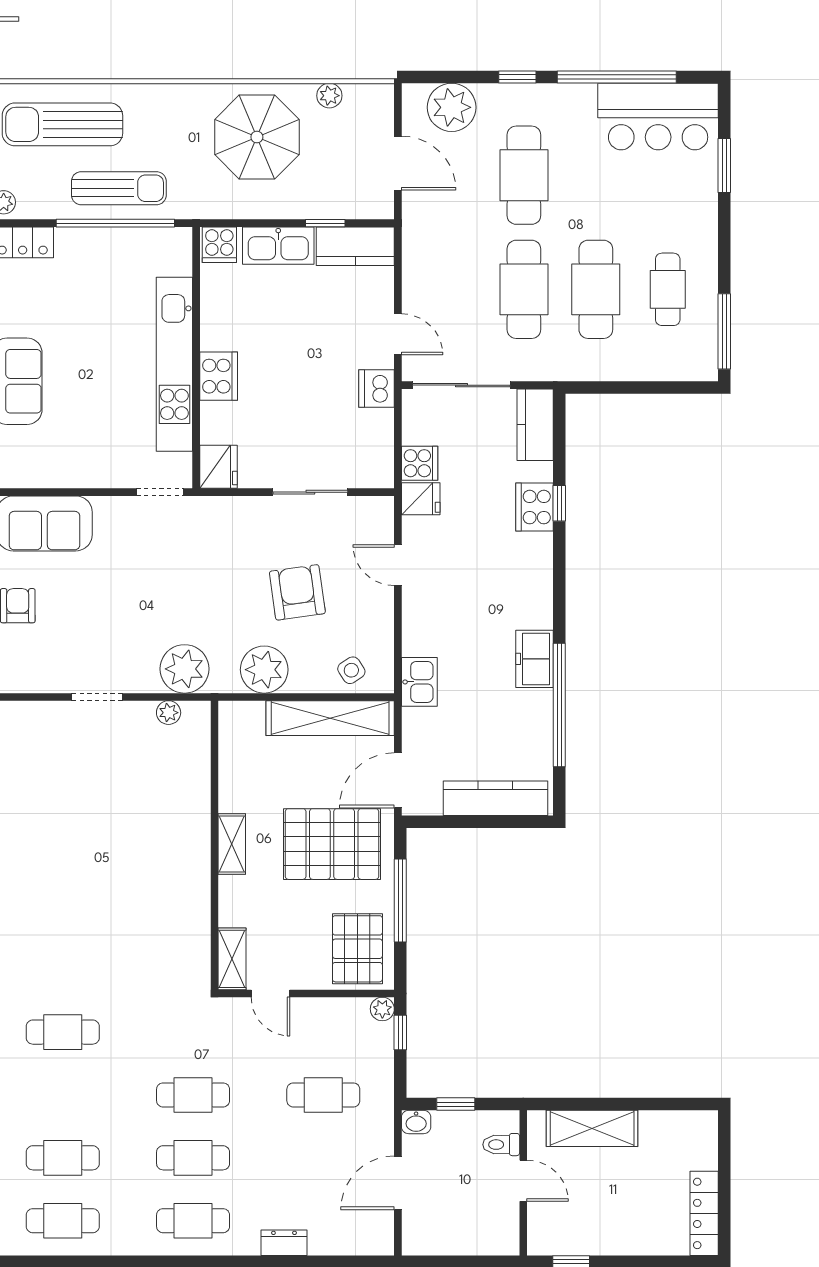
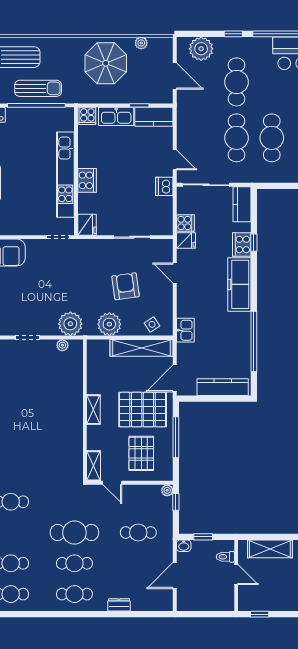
freezer: (534, 659) -> (239, 284), moved, width x1.91, depth x1.26
pallet: (357, 949) -> (141, 453), moved
cafe table: (193, 1095) -> (74, 532), width x1.37, depth x1.35

